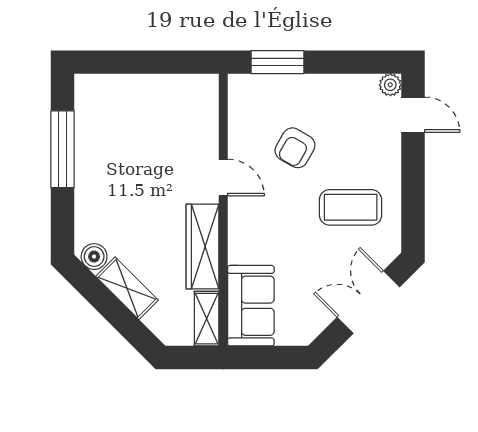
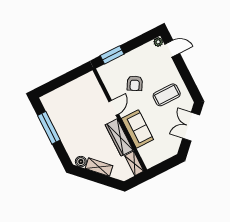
door: (223, 178) -> (114, 108), hinge flipped
sofa: (251, 306) -> (137, 129), moved

